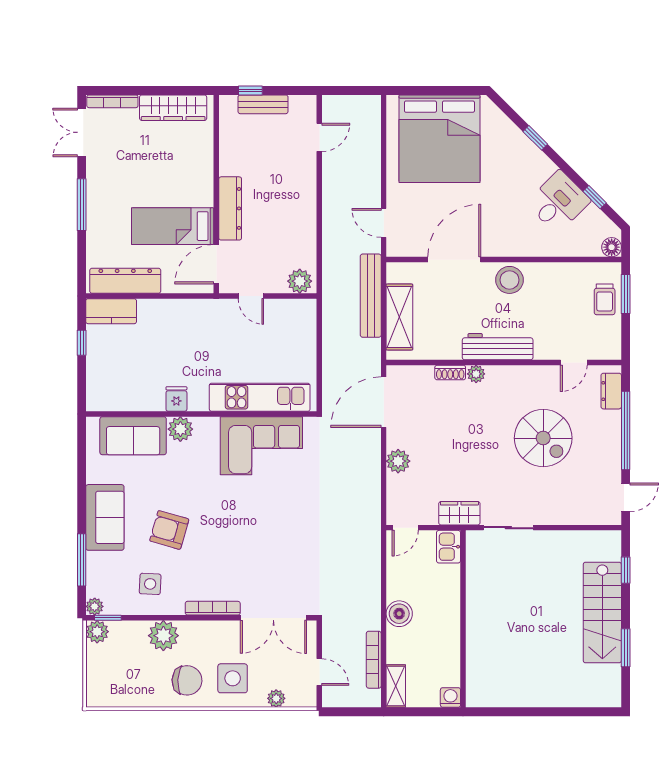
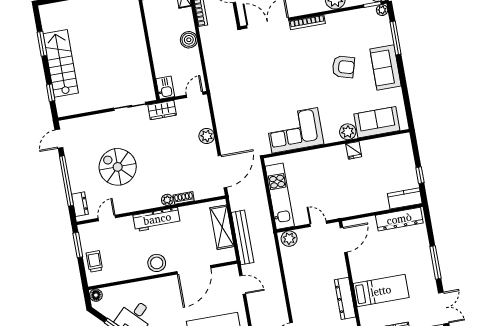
dresser: (230, 208) -> (345, 298), moved
bed: (173, 226) -> (381, 291), moved
window: (626, 294) -> (78, 245), moved
kitchen unit: (260, 397) -> (280, 196), moved, turned -90
side table: (150, 584) -> (349, 31), removed

